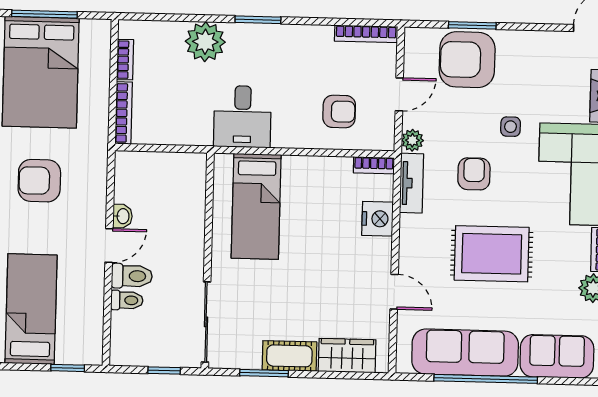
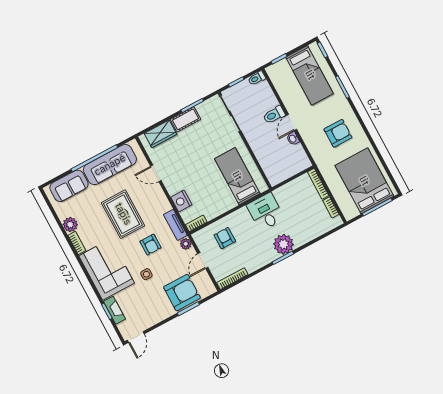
plant: (205, 42) -> (283, 244), moved
armchair: (339, 111) -> (225, 238), turned 90
rug: (492, 254) -> (123, 214), turned 90
toilet: (127, 300) -> (257, 78), moved

